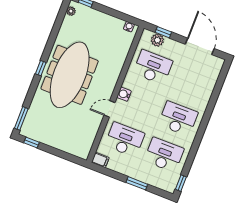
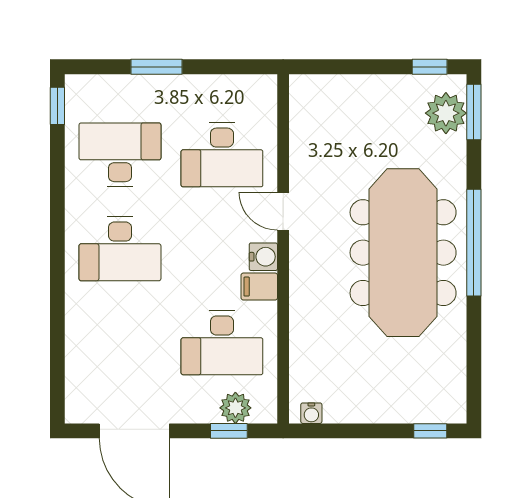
plant: (71, 11) -> (446, 113), moved, width x1.88, depth x1.88
window: (41, 68) -> (474, 243), width x3.17
door: (110, 109) -> (283, 211), swing flipped
desk: (164, 155) -> (120, 155), turned 180
filing cabinet: (100, 160) -> (259, 287), moved

